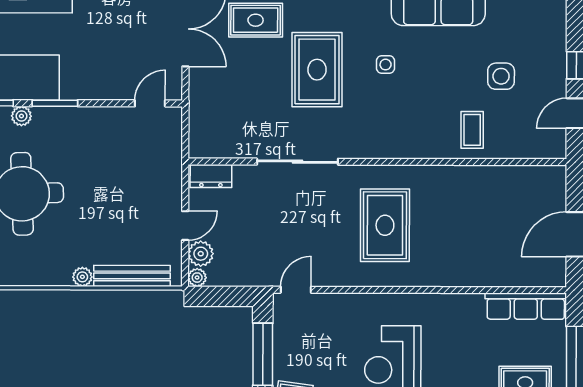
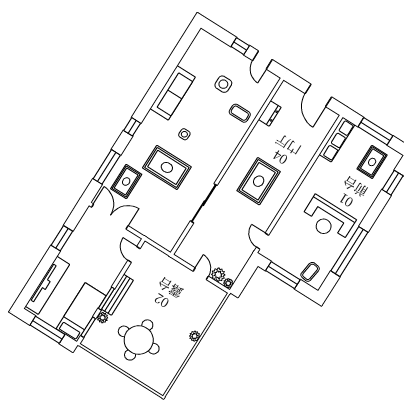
dresser: (211, 176) -> (270, 113), moved
rug: (385, 225) -> (259, 181), turned 90
bench: (132, 276) -> (117, 295), moved

